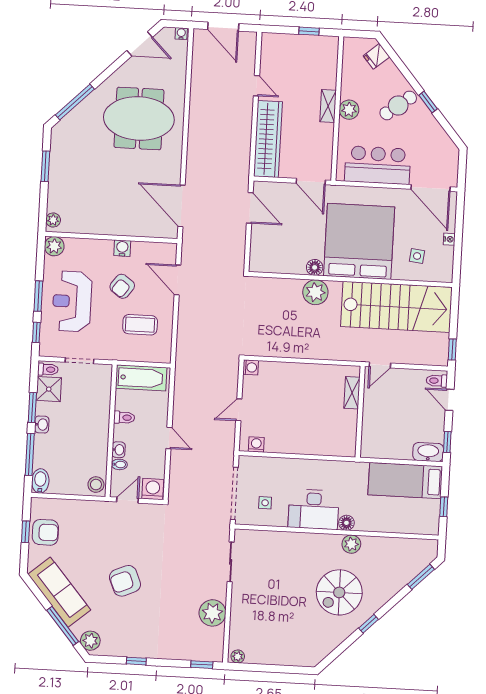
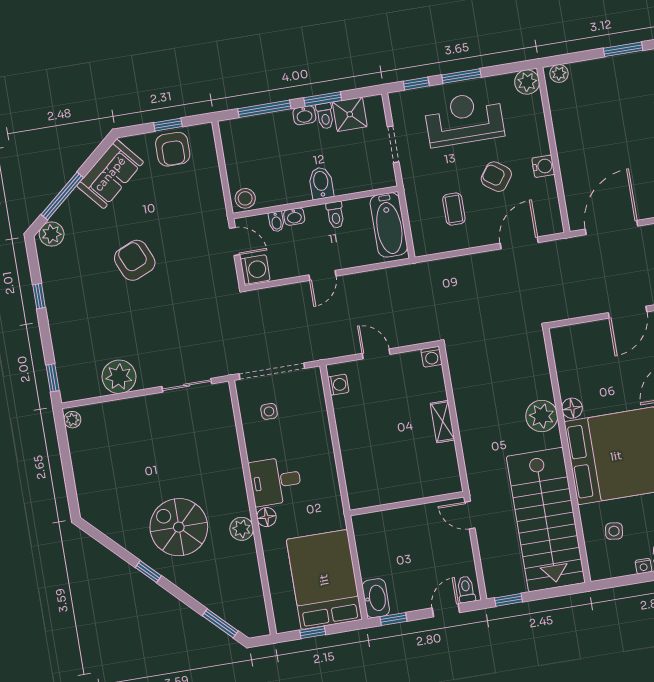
coffee table: (140, 325) -> (454, 209), width x0.73, depth x0.77
toilet: (48, 369) -> (325, 116), moved
shelving: (352, 393) -> (443, 422), moved, turned 90
bidet: (40, 481) -> (321, 183), moved, turned -90
bed: (405, 481) -> (324, 580), width x1.50
desk: (314, 509) -> (275, 481), width x0.73
sofa: (59, 592) -> (110, 174), width x0.73

